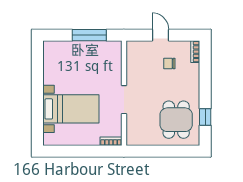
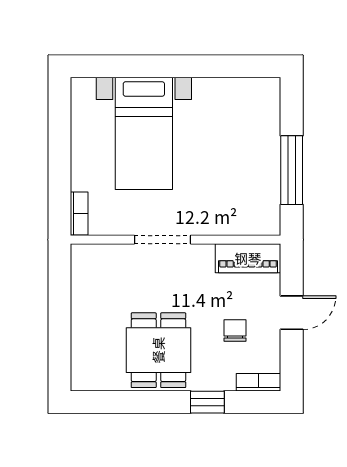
piano: (133, 57) -> (248, 258), added
window: (205, 117) -> (207, 402), moved
dining table: (176, 120) -> (158, 350), moved, turned 90

